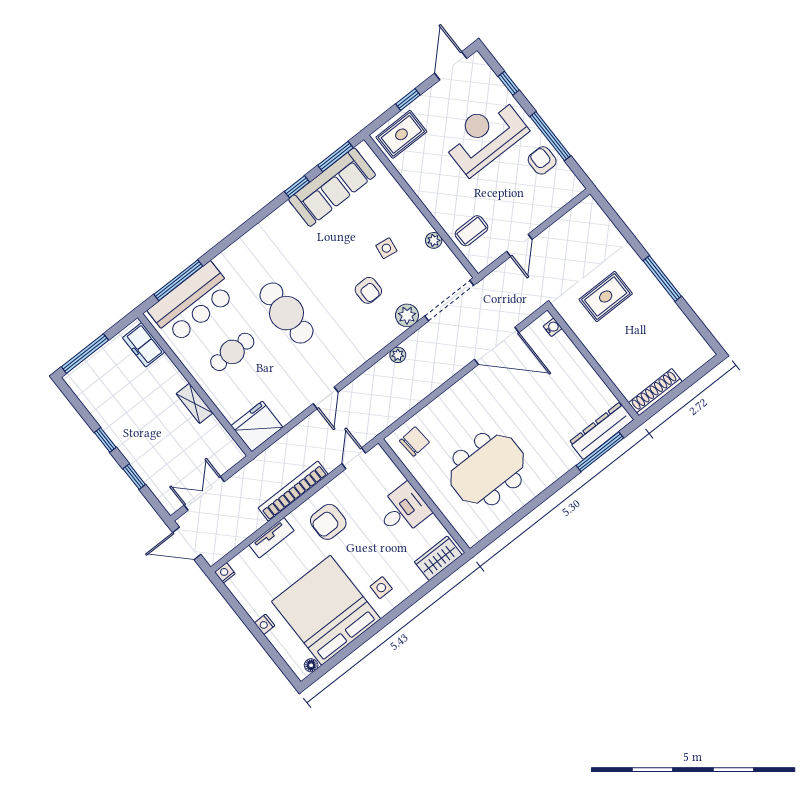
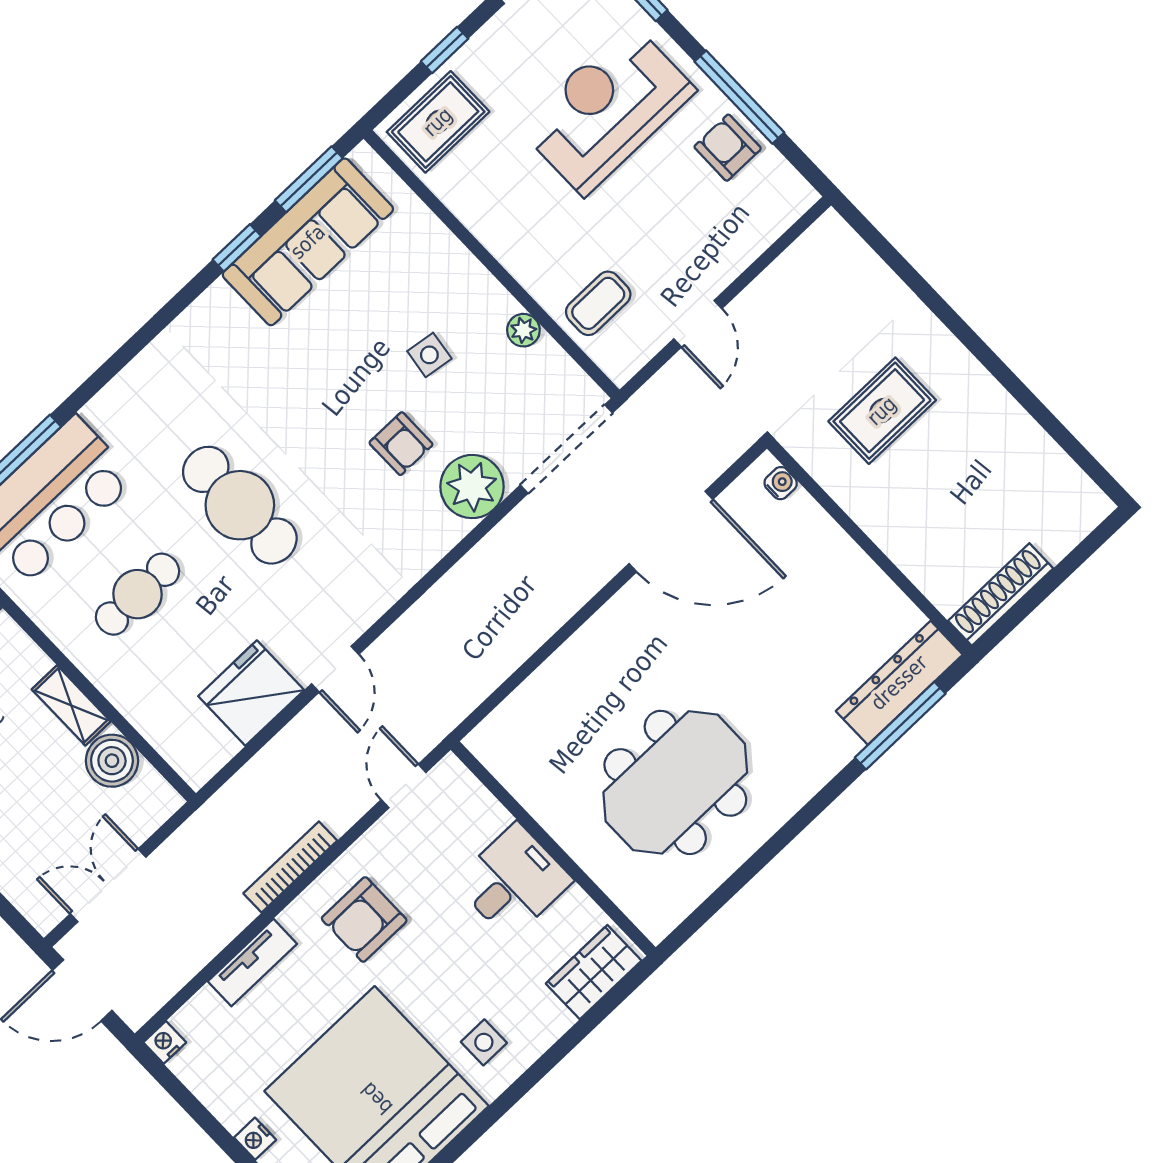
window: (662, 279) -> (993, 363), removed
plant: (407, 315) -> (472, 487), width x1.36, depth x1.36
plant: (398, 355) -> (473, 568), removed
fridge: (257, 427) -> (251, 693), moved
boiler: (212, 432) -> (112, 761), added
chair: (414, 442) -> (523, 741), removed
bookcase: (293, 491) -> (290, 867), width x0.68, depth x0.76

